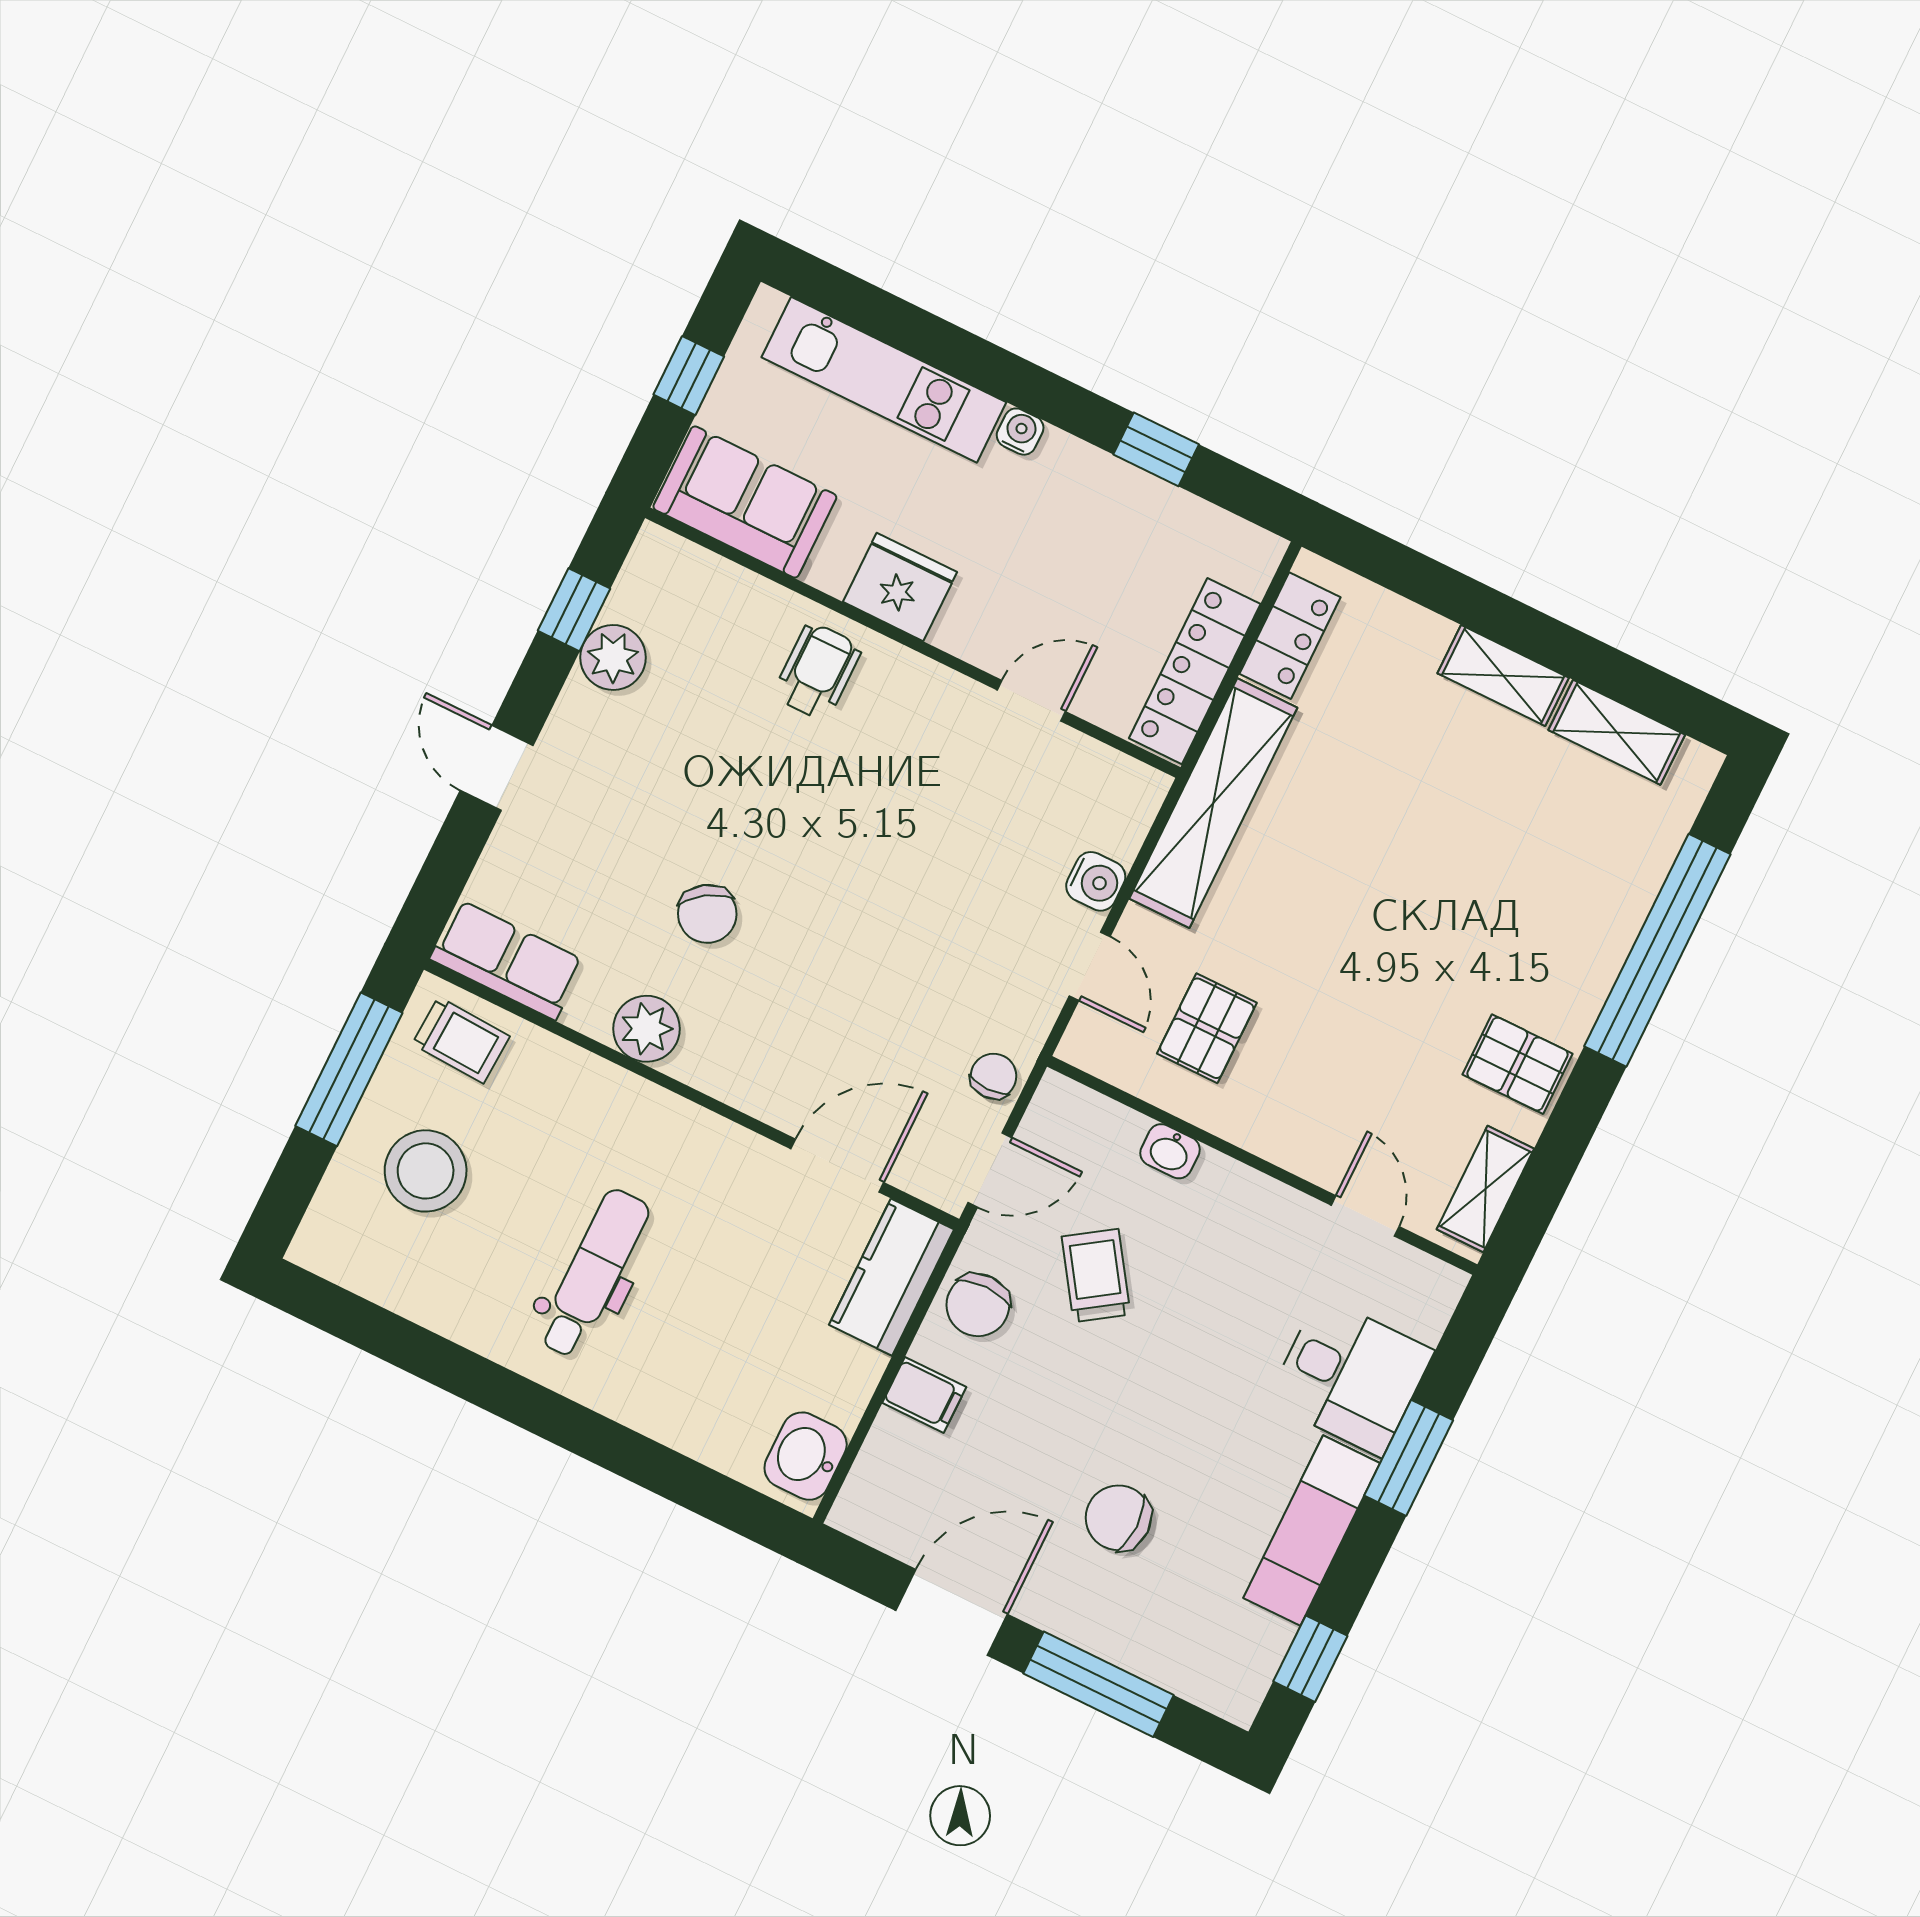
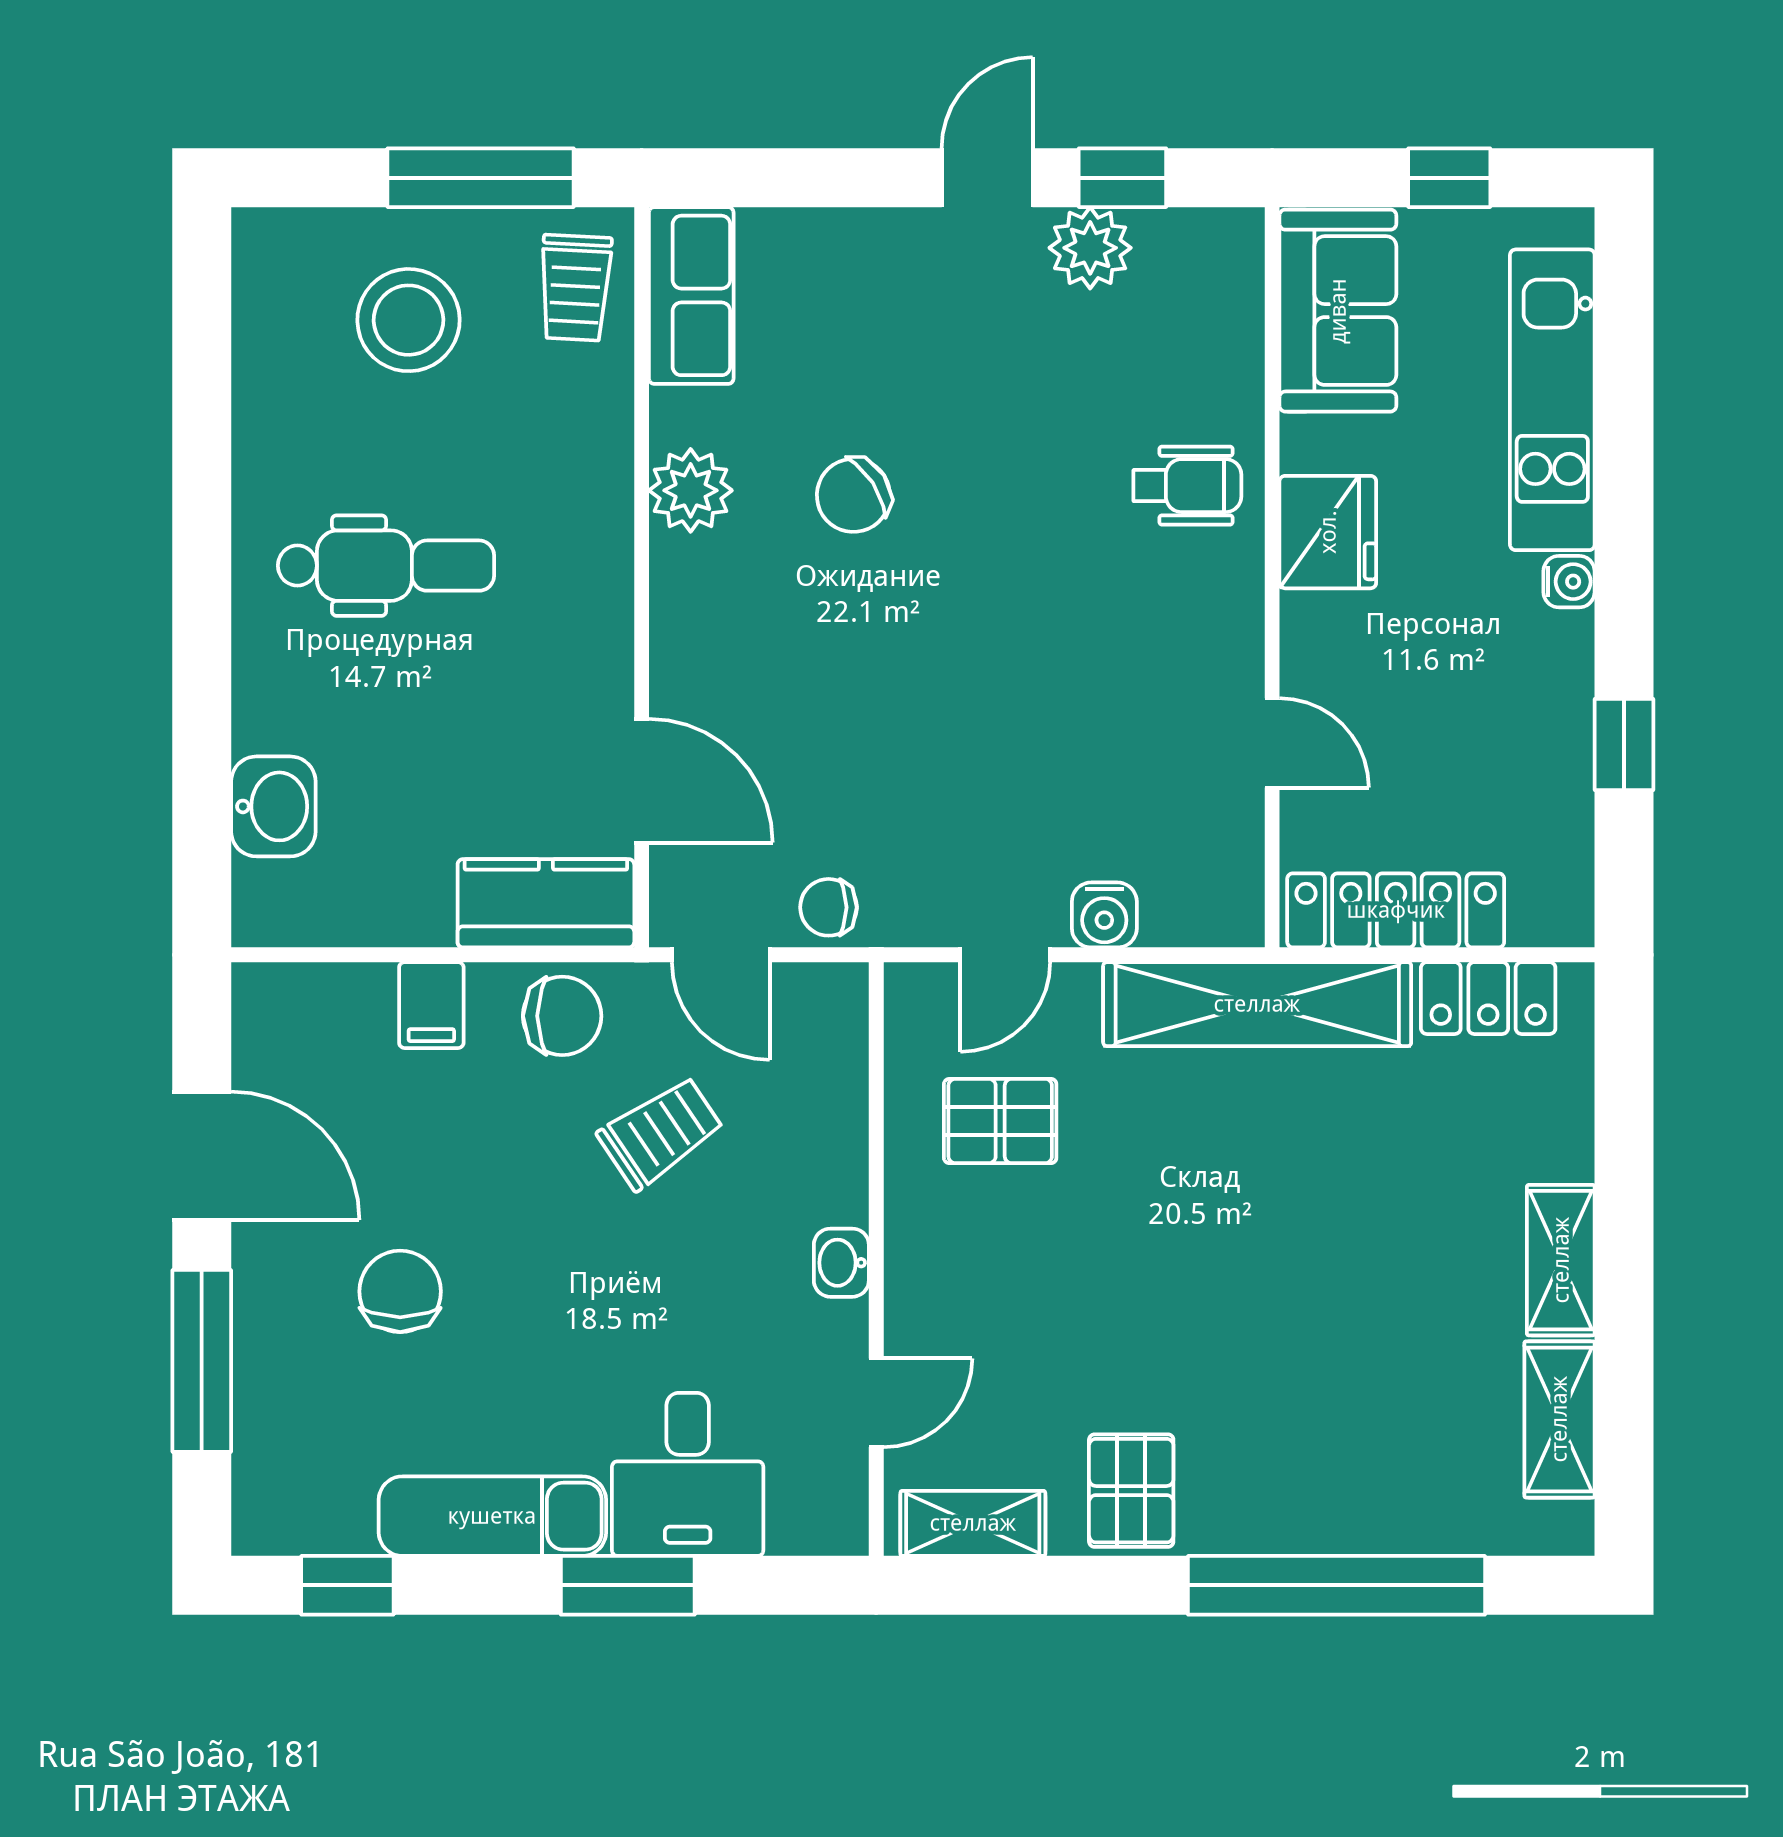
door: (497, 768) -> (987, 178), moved
chair: (994, 1076) -> (828, 907), turned 180
washbasin: (1170, 1151) -> (841, 1263), moved
chair: (978, 1305) -> (562, 1016), turned 180
washbasin: (806, 1456) -> (273, 806), moved, turned 90

